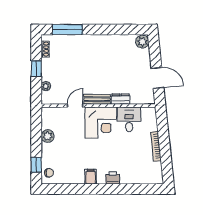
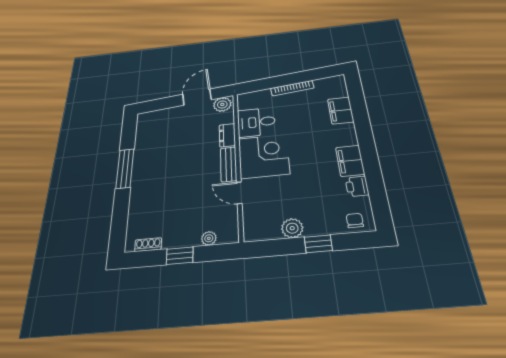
window: (67, 29) -> (125, 168), moved
plant: (142, 42) -> (222, 104), moved
window: (36, 165) -> (318, 244), moved
filing cabinet: (91, 177) -> (350, 161), width x2.00
filing cabinet: (131, 177) -> (341, 110), added
printer: (113, 178) -> (357, 186), moved

